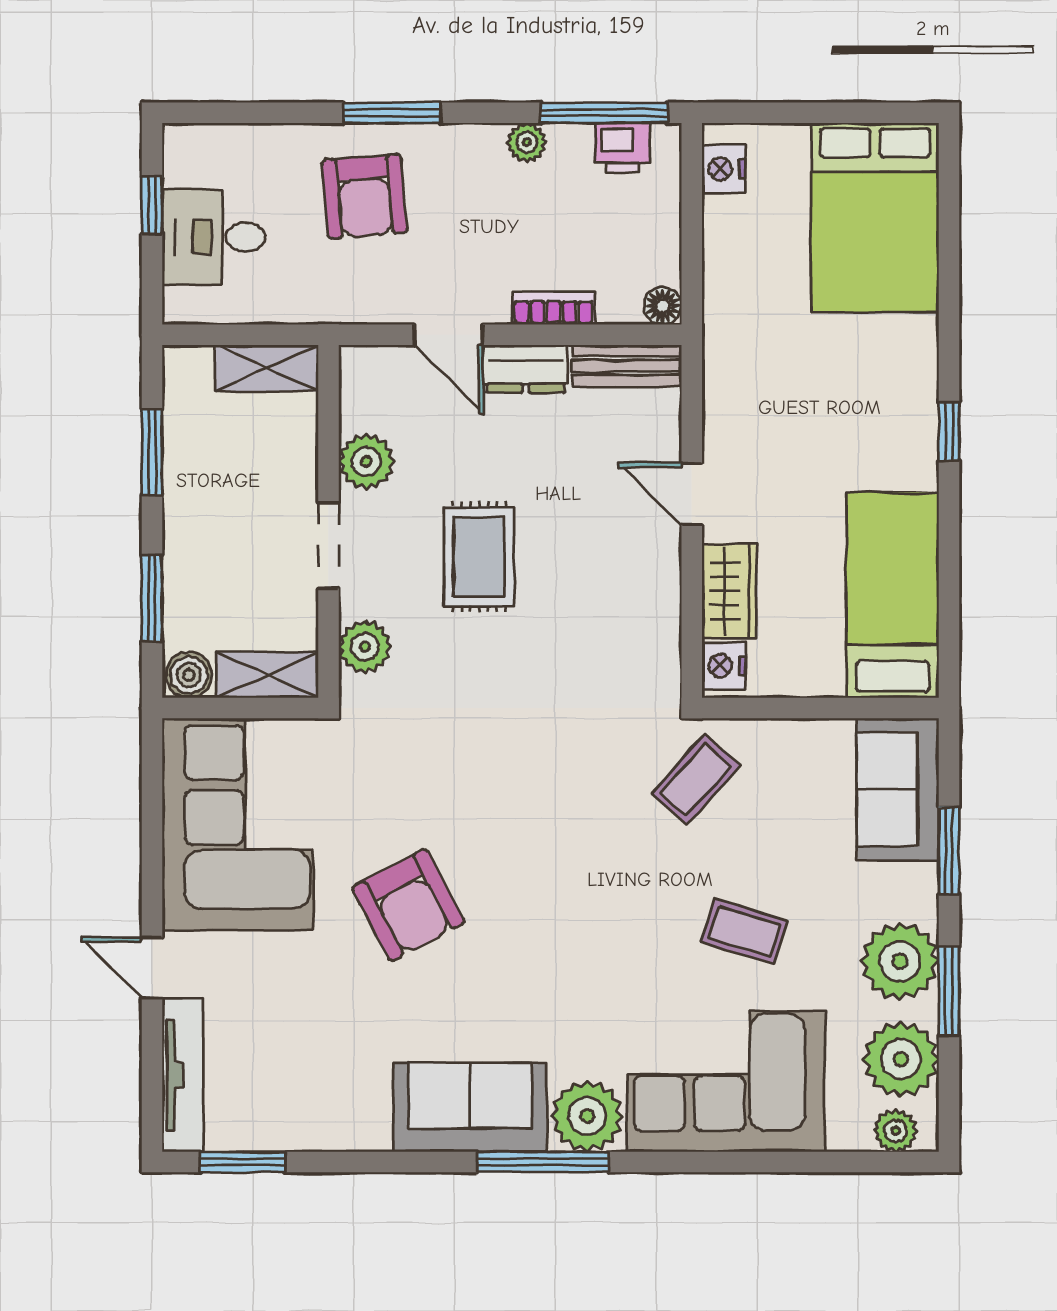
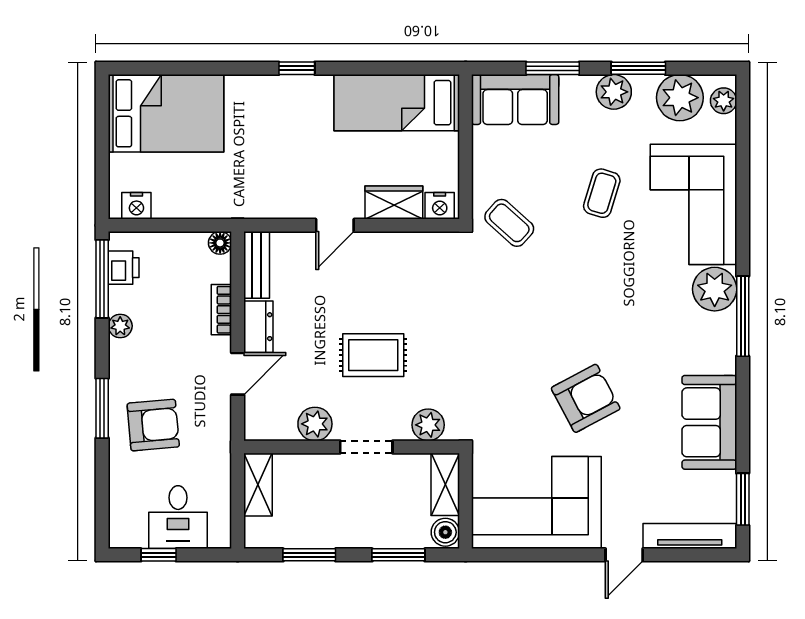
plant: (900, 961) -> (614, 92), width x0.73, depth x0.73
sofa: (470, 1107) -> (709, 422), moved

